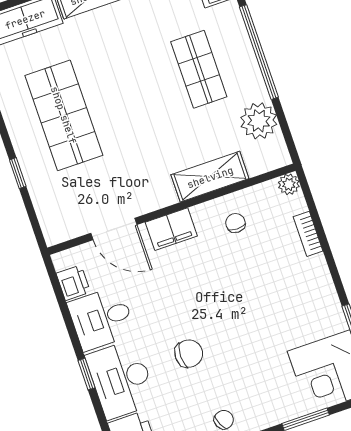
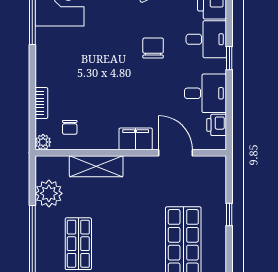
chair: (235, 223) -> (70, 127), moved
chair: (189, 354) -> (153, 48), turned 90
desk: (121, 379) -> (206, 39), width x0.73

